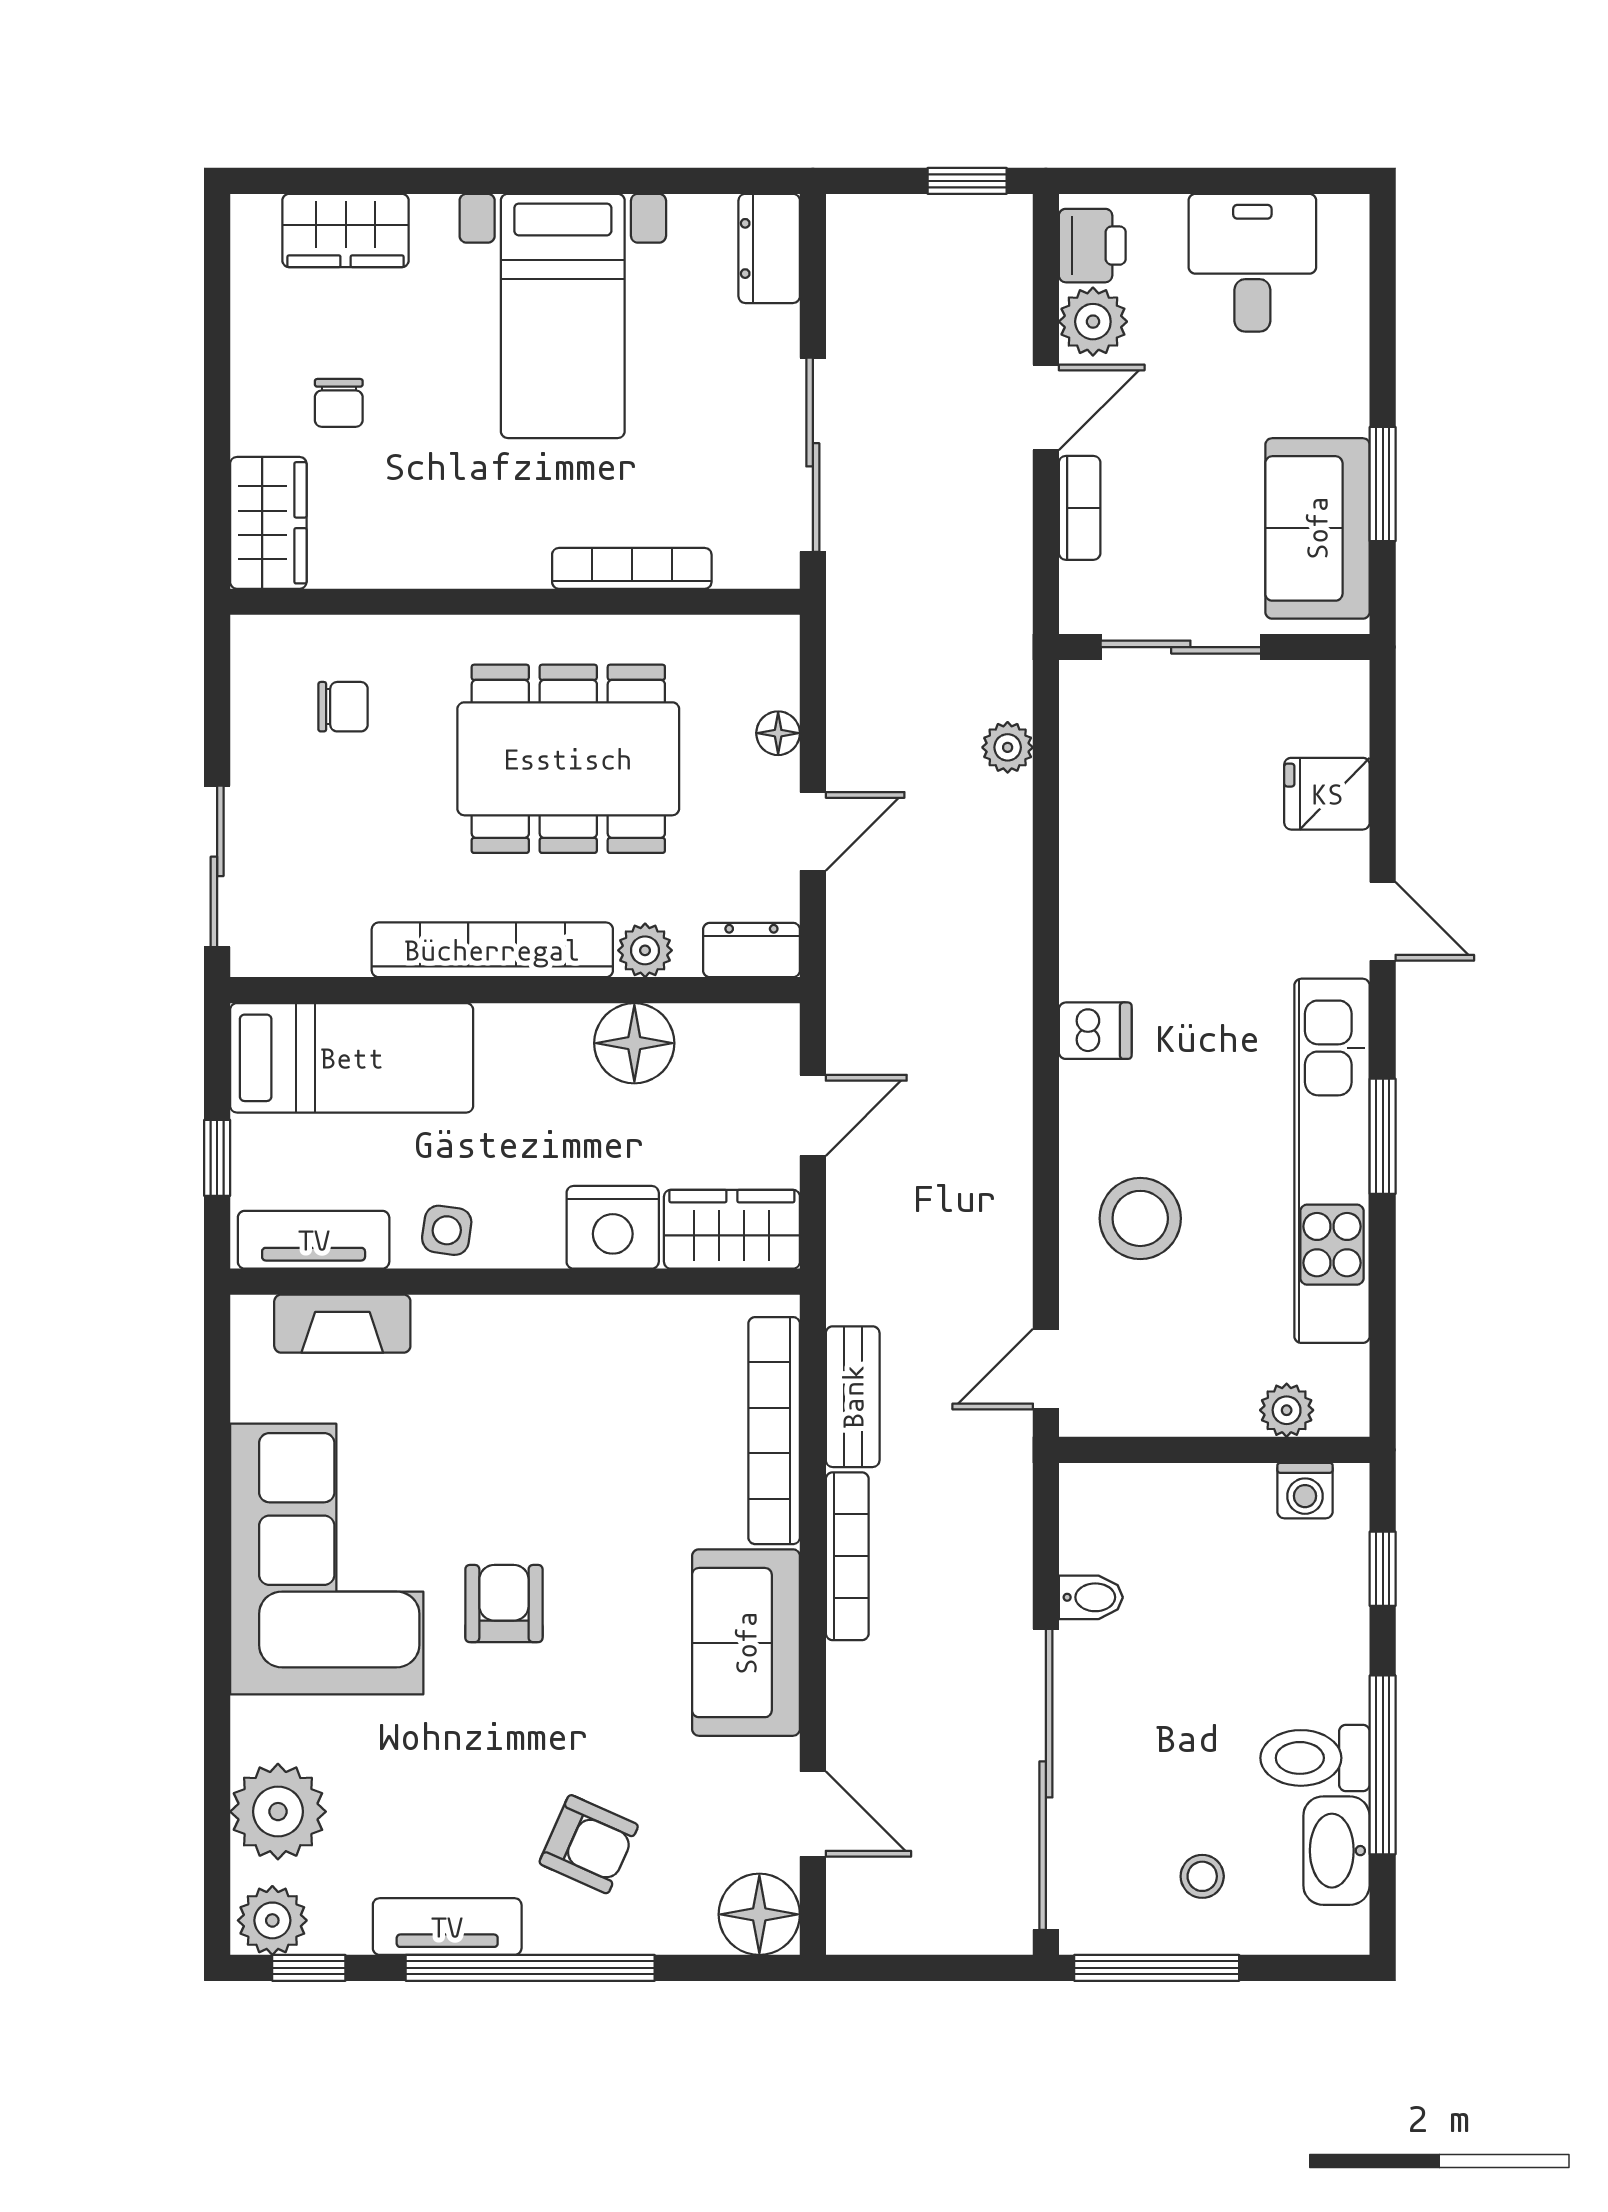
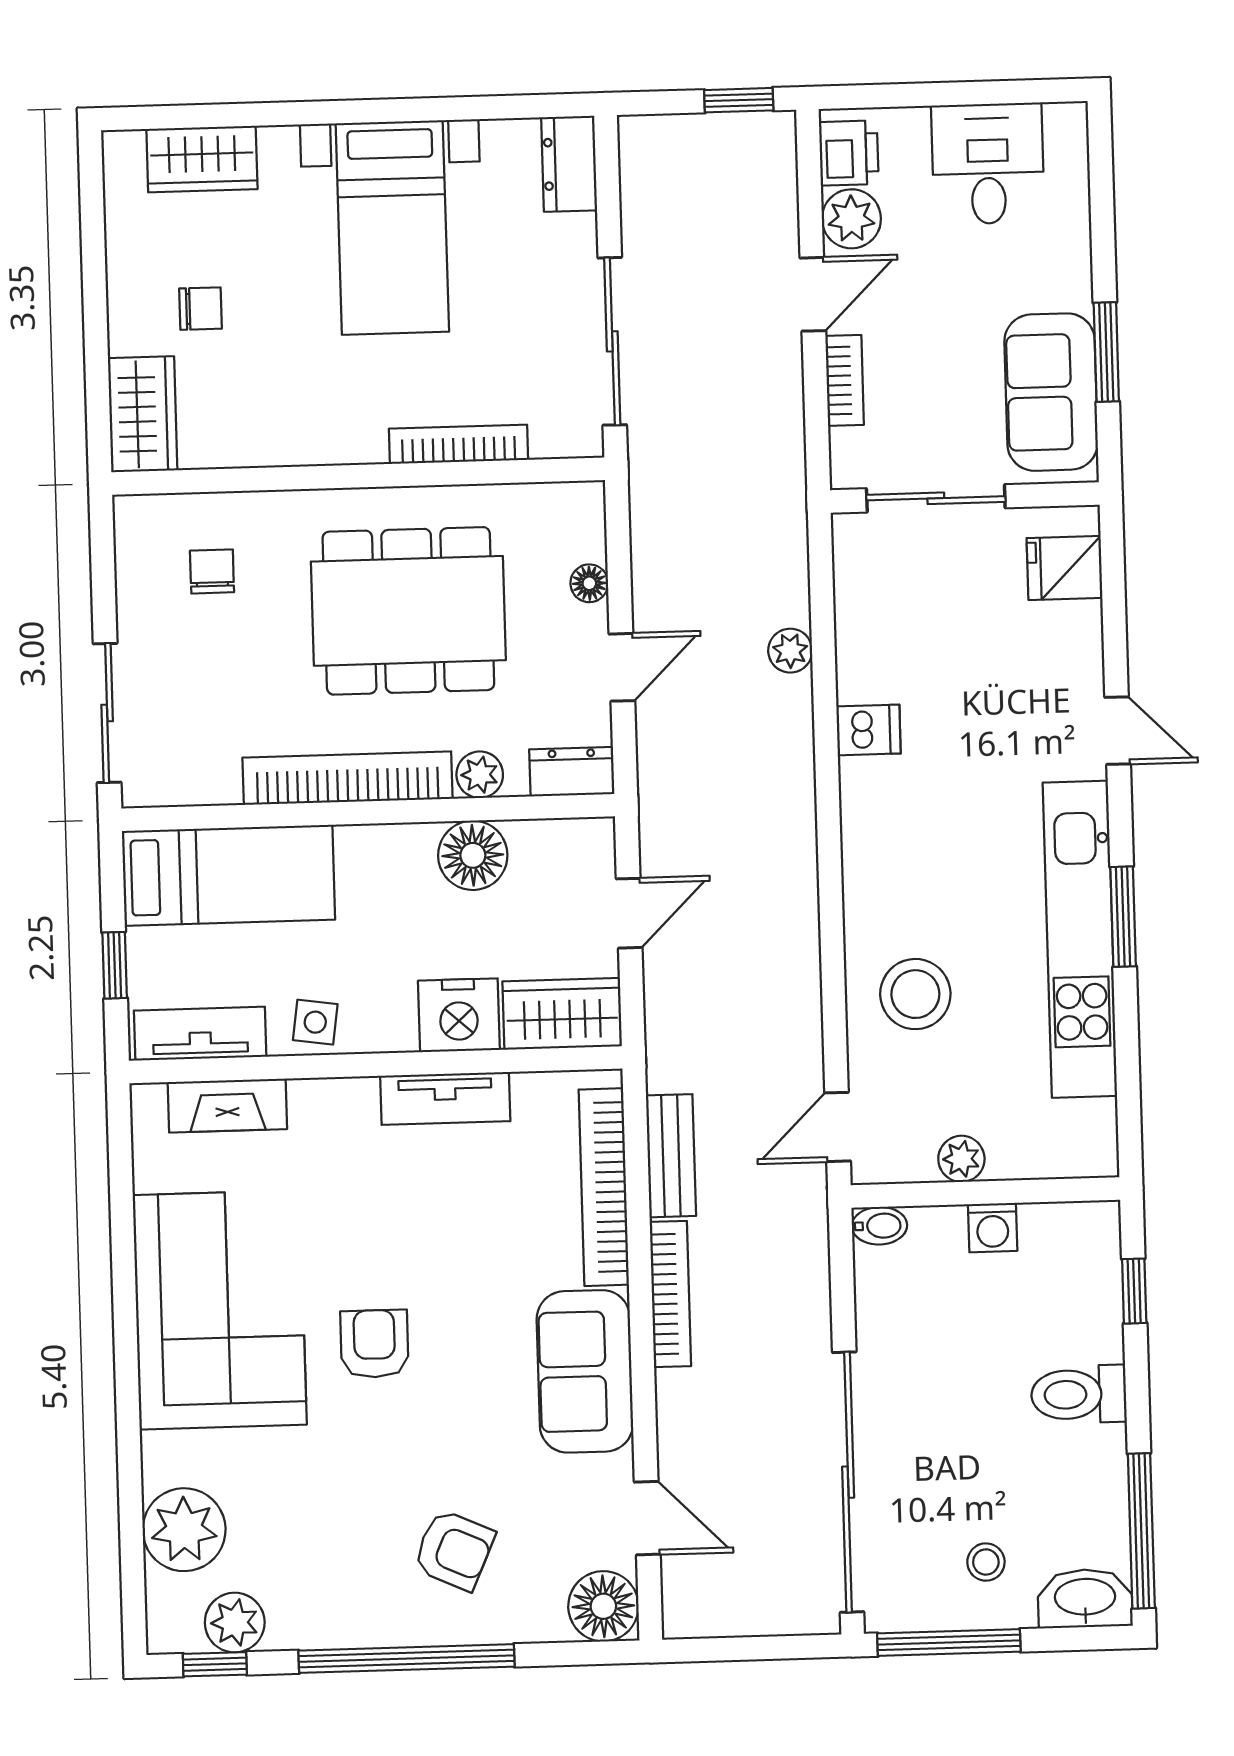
chair: (339, 403) -> (201, 309), turned -90
chair: (343, 707) -> (212, 571), turned -90
plant: (1008, 747) -> (790, 651), moved
fridge: (1327, 794) -> (1064, 568), moved
dishwasher: (1095, 1031) -> (869, 730), moved
plant: (1287, 1410) -> (961, 1159), moved
washing machine: (1305, 1491) -> (993, 1228), moved
bidet: (1091, 1597) -> (879, 1226), moved
toilet: (1315, 1758) -> (1079, 1394), moved
window: (1383, 1765) -> (1141, 1531), moved
washbasin: (1336, 1851) -> (1085, 1598), moved, turned 90
plant: (272, 1920) -> (235, 1623), moved
tv unit: (447, 1927) -> (445, 1099), moved, turned 180

